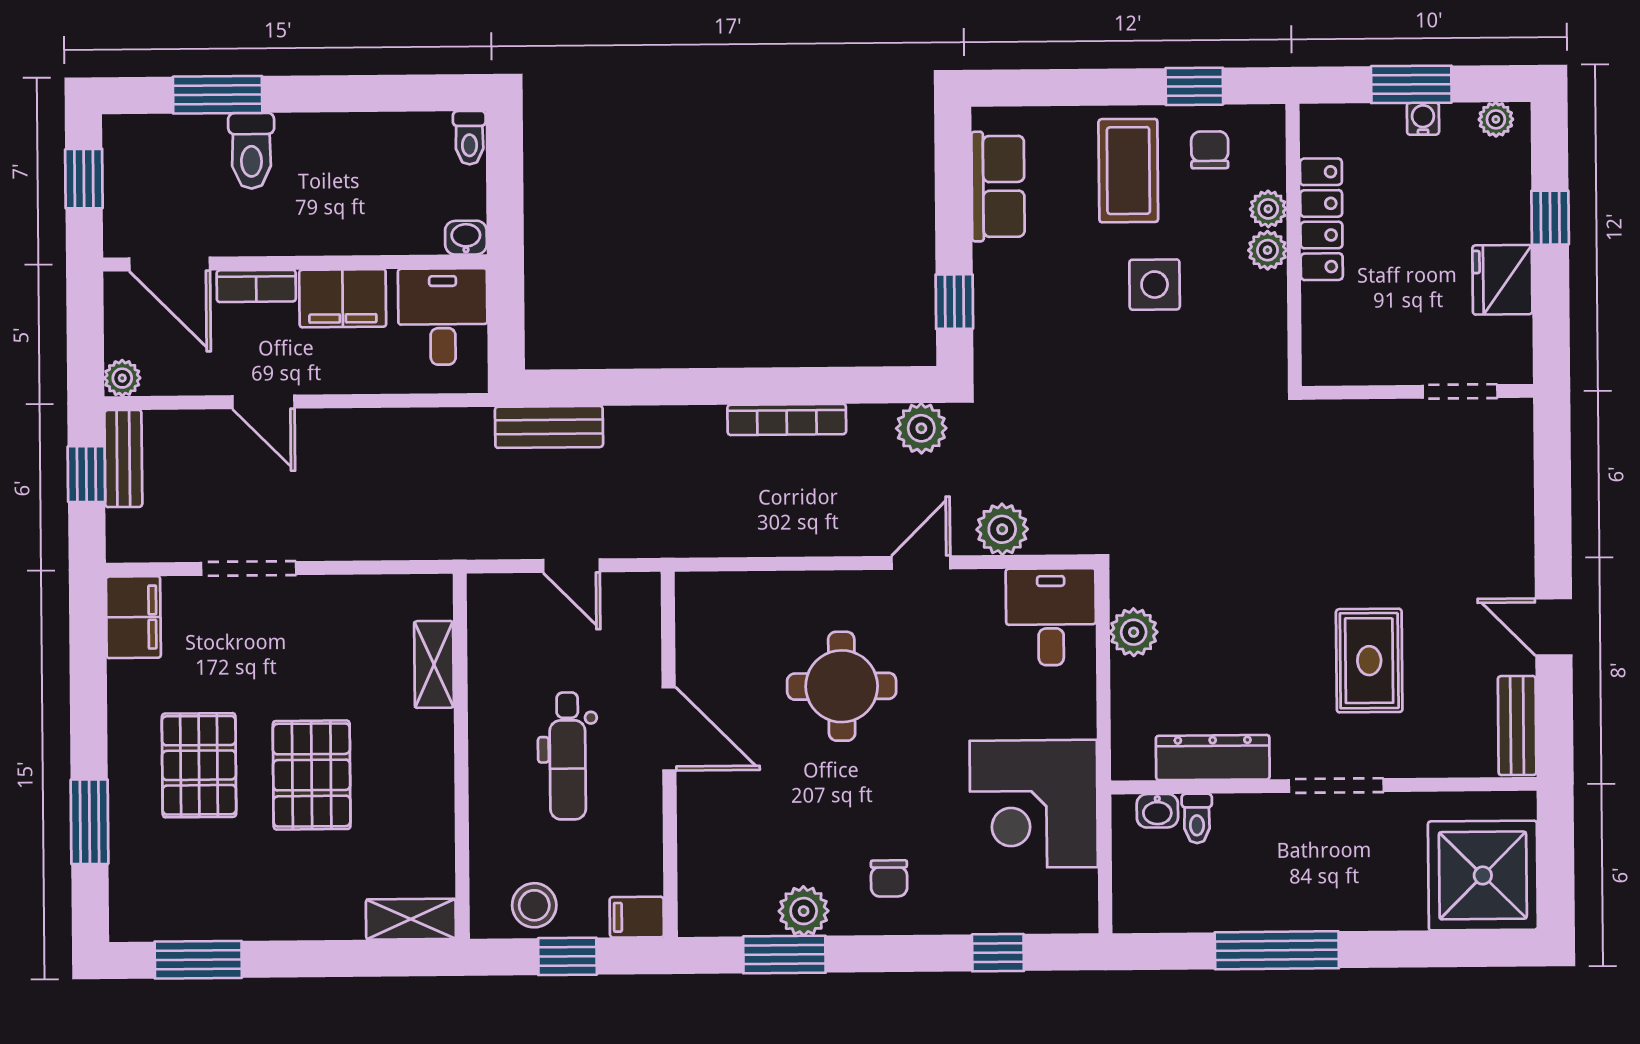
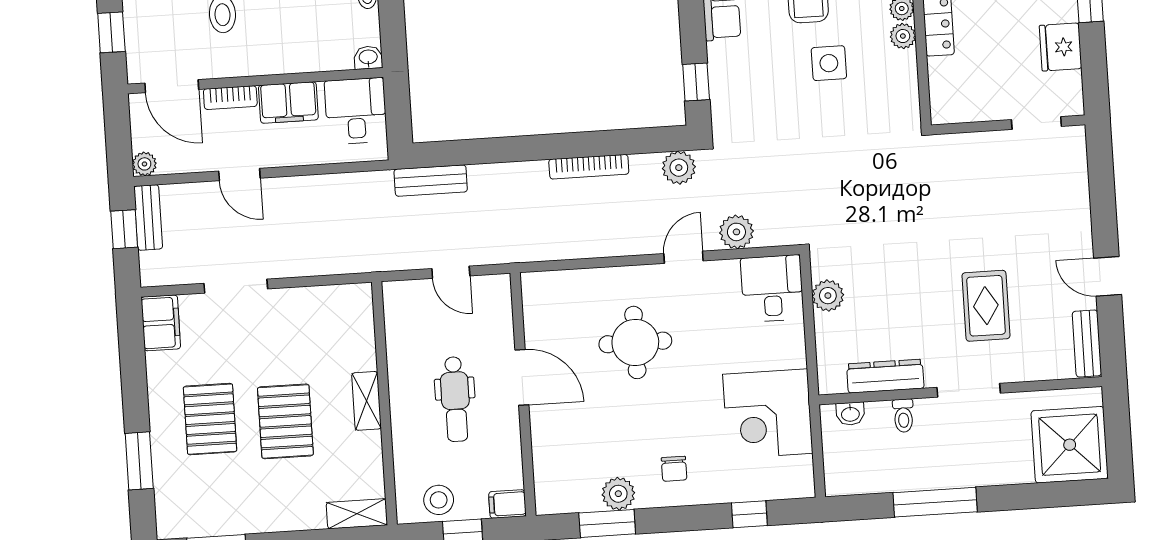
shelving: (434, 664) -> (367, 401), moved
toilet: (1197, 818) -> (903, 416), moved

